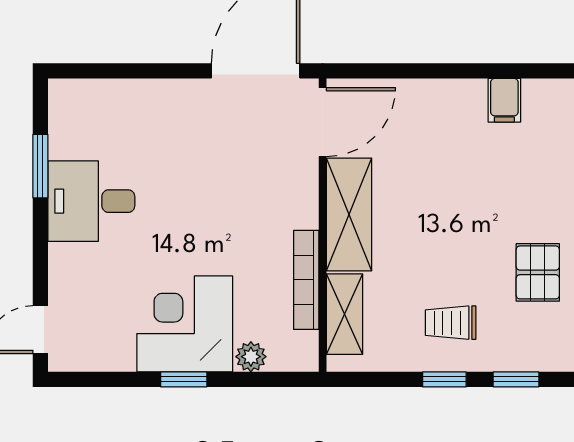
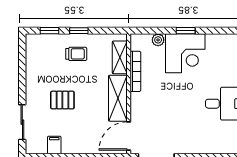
pallet: (538, 272) -> (62, 100), moved, turned 90

